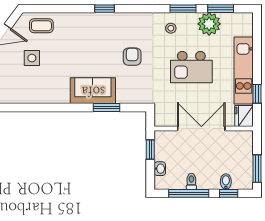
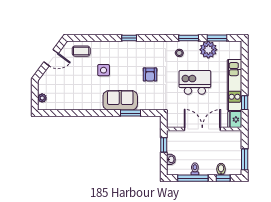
armchair: (132, 57) -> (150, 74), turned 180
side table: (32, 58) -> (104, 70), moved
kitchen island: (191, 67) -> (195, 82), turned 180

